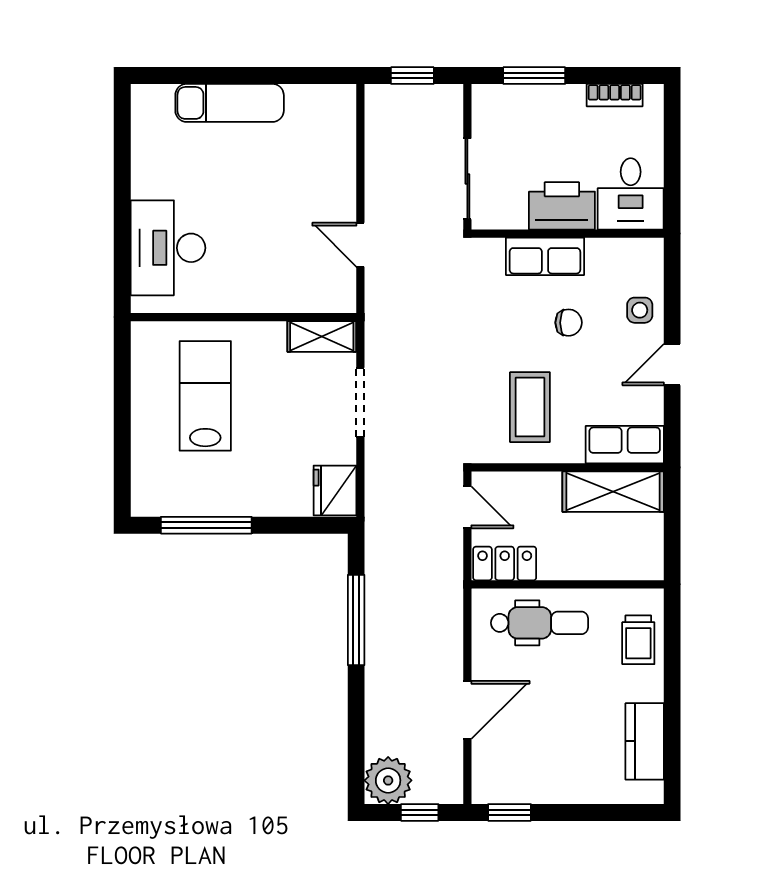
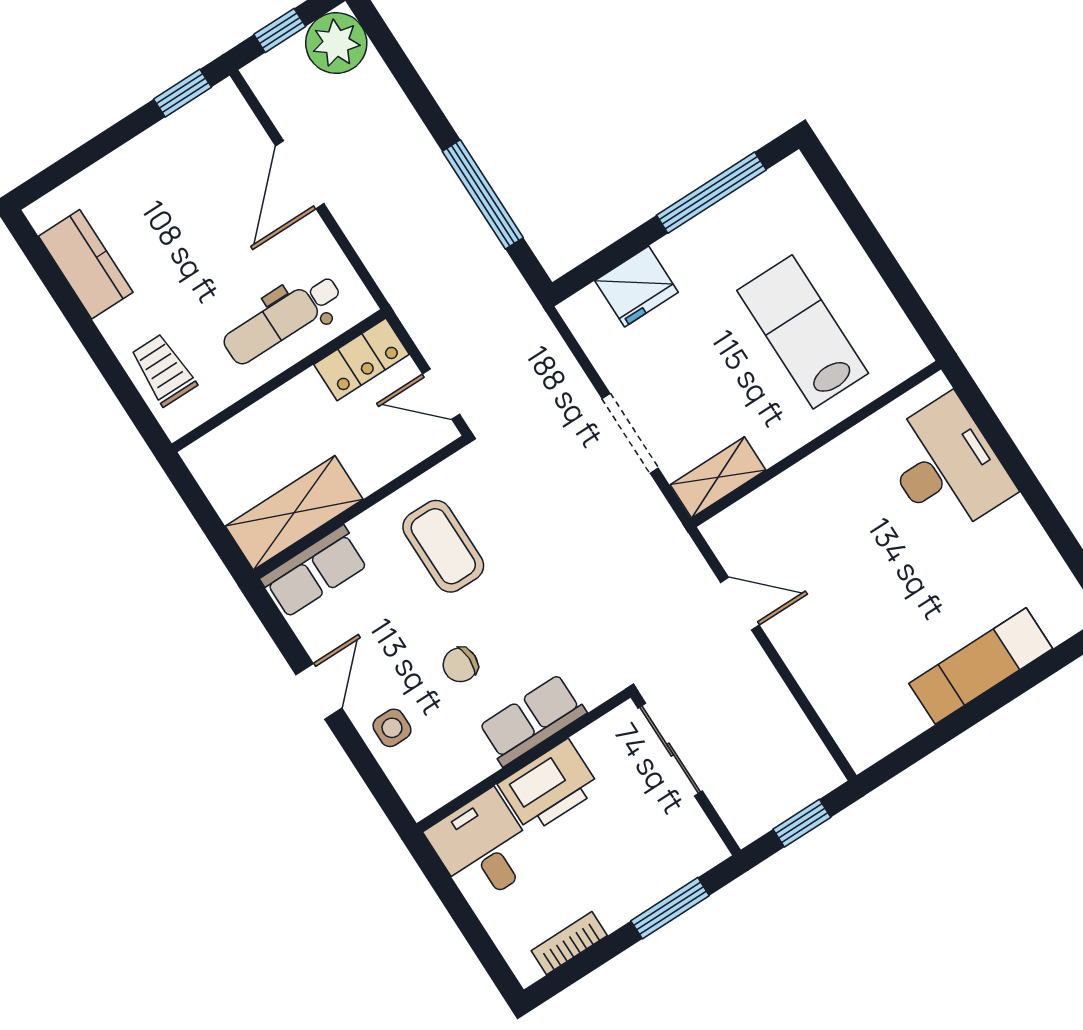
lab bench: (205, 396) -> (803, 332), turned 180
fridge: (335, 491) -> (637, 286), moved, turned 90

